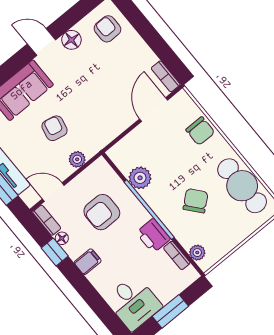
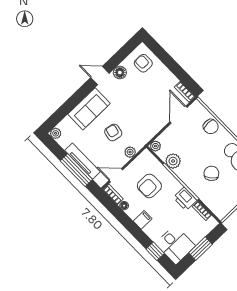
window: (55, 252) -> (155, 251), moved
plant: (197, 253) -> (155, 146), moved

